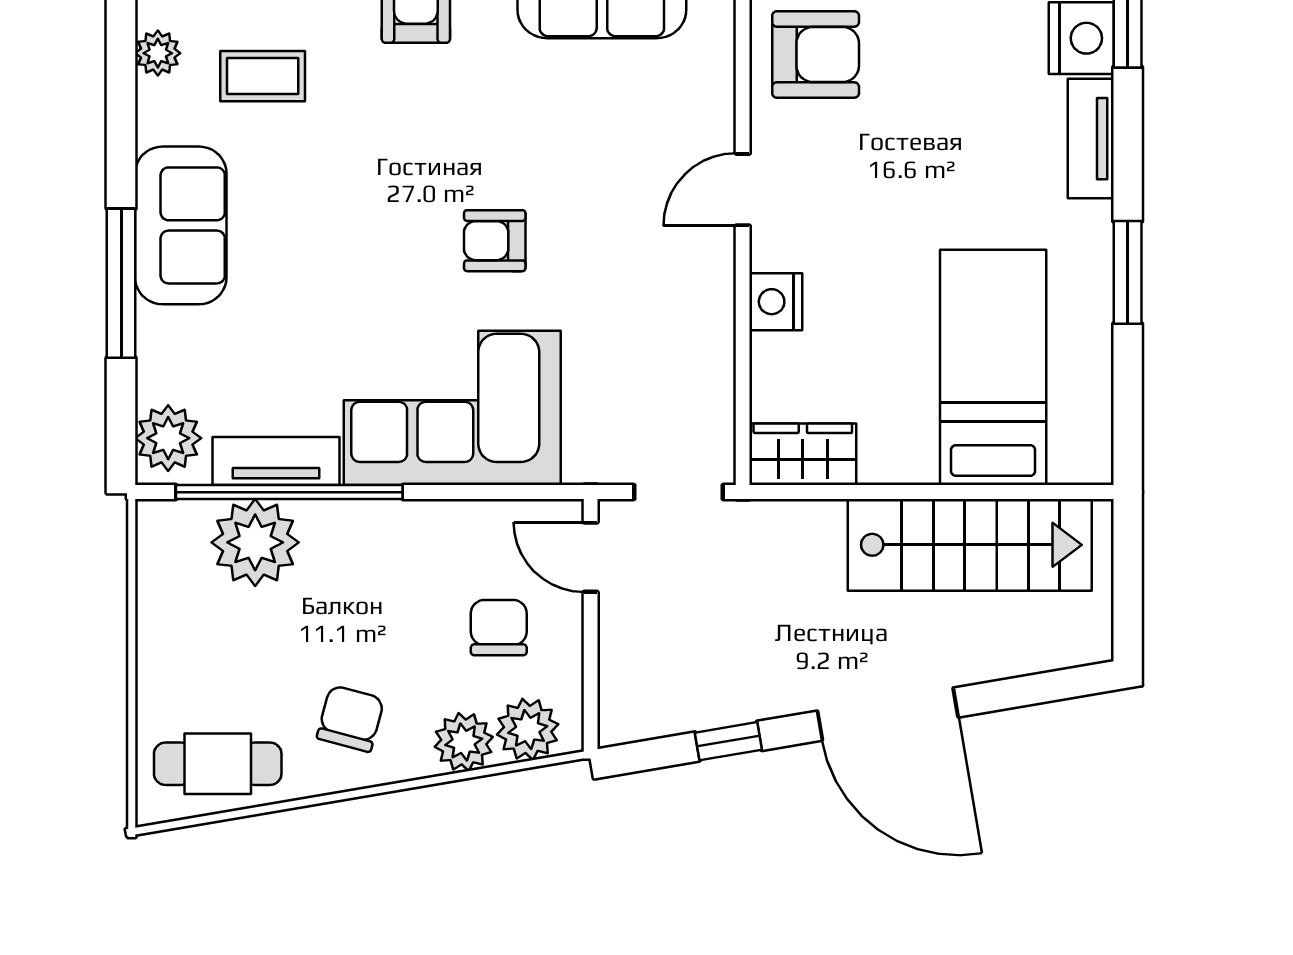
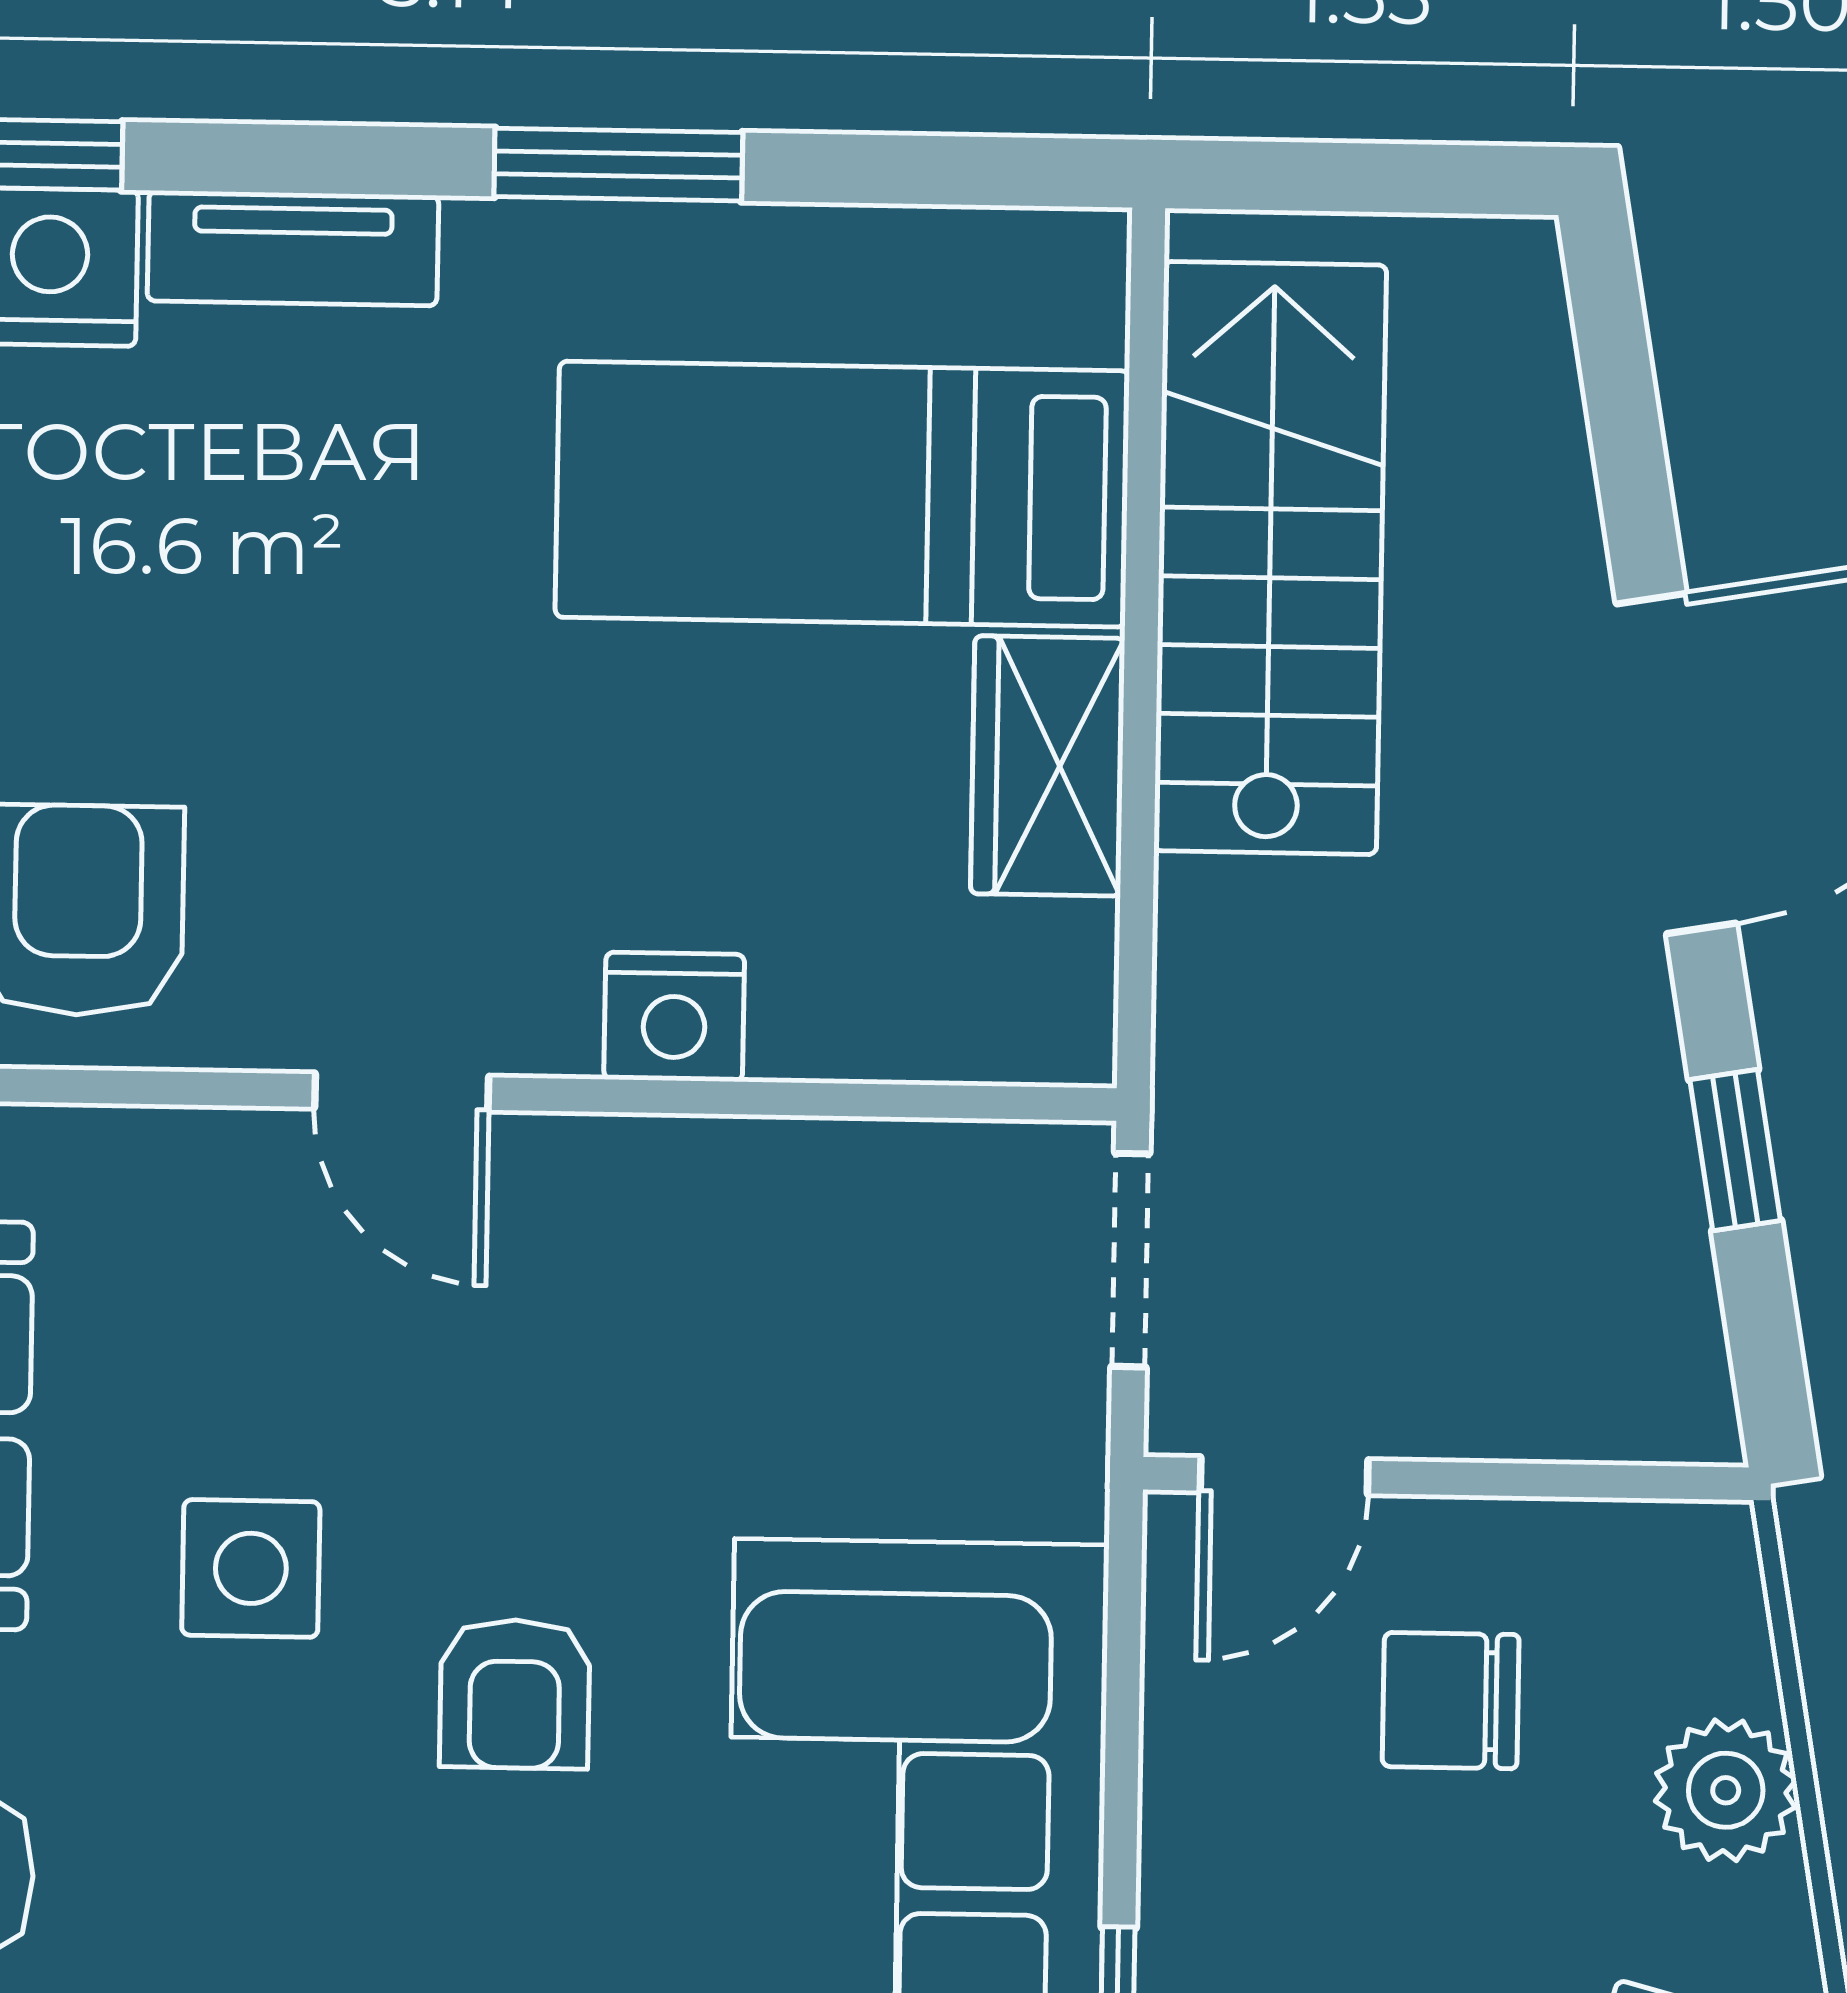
side table: (545, 131) -> (251, 1568), added
wardrobe: (803, 454) -> (1048, 766), moved
plant: (528, 729) -> (1698, 1635), removed

